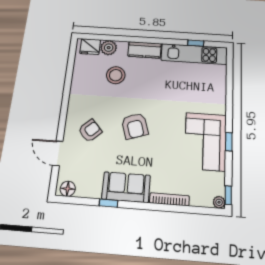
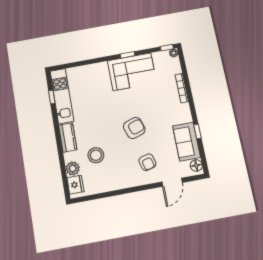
armchair: (90, 131) -> (147, 162), turned -153
sofa: (126, 187) -> (186, 142), moved

